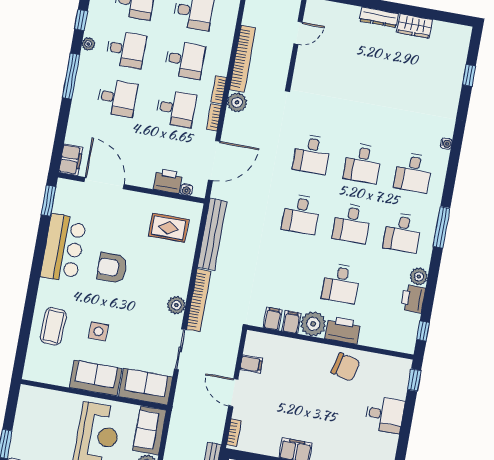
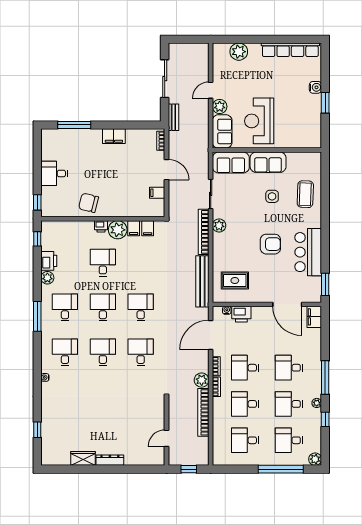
printer: (343, 330) -> (101, 226), width x0.53, depth x0.68

